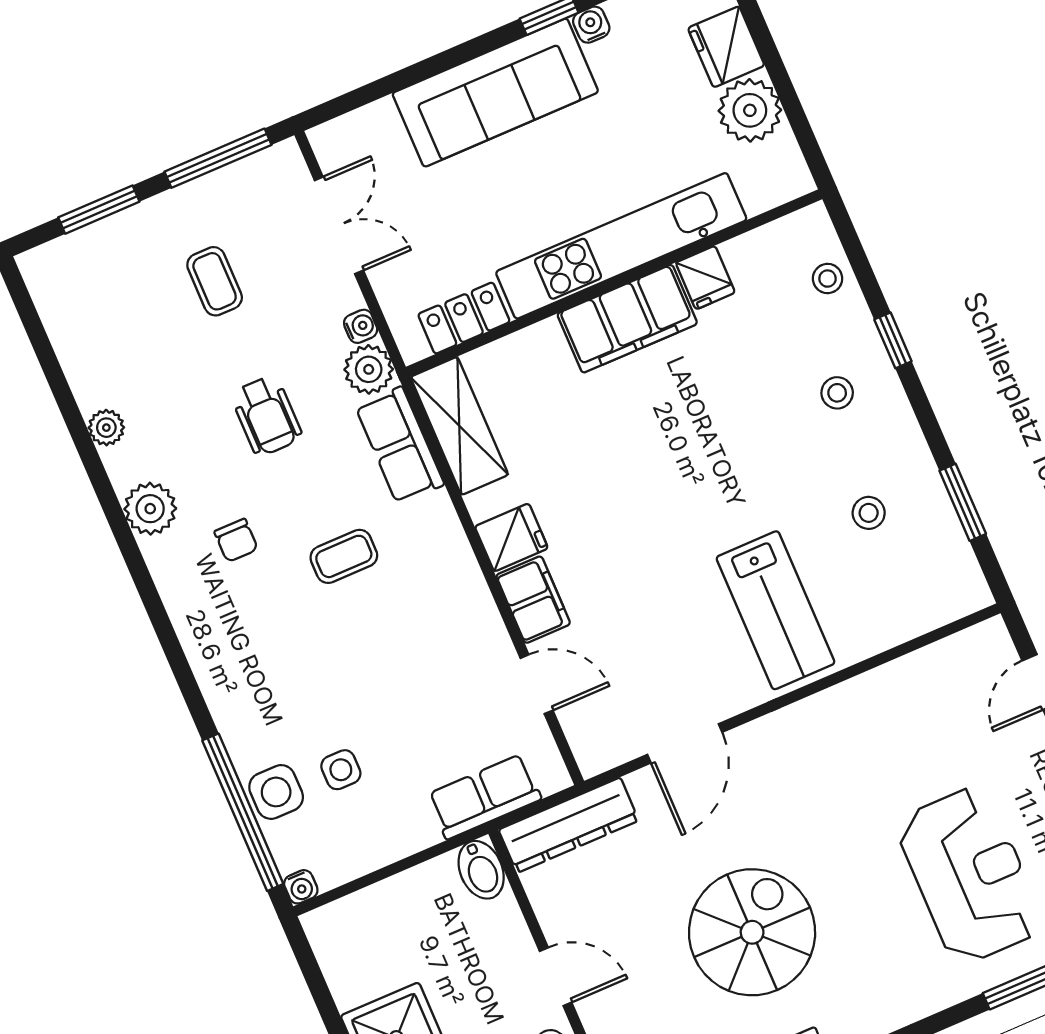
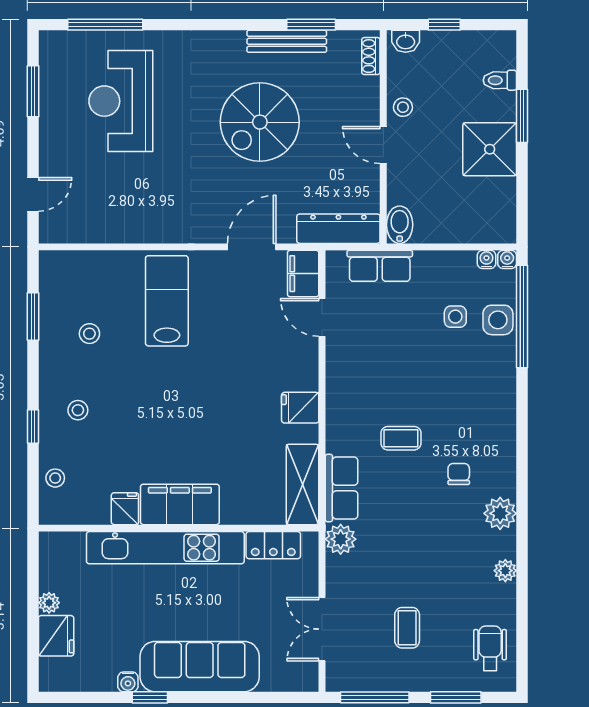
plant: (750, 110) -> (49, 603), width x0.53, depth x0.53
water cooler: (361, 326) -> (486, 259), moved, turned 90
wheelchair: (267, 416) -> (490, 648), moved
filing cabinet: (533, 600) -> (303, 274), moved

